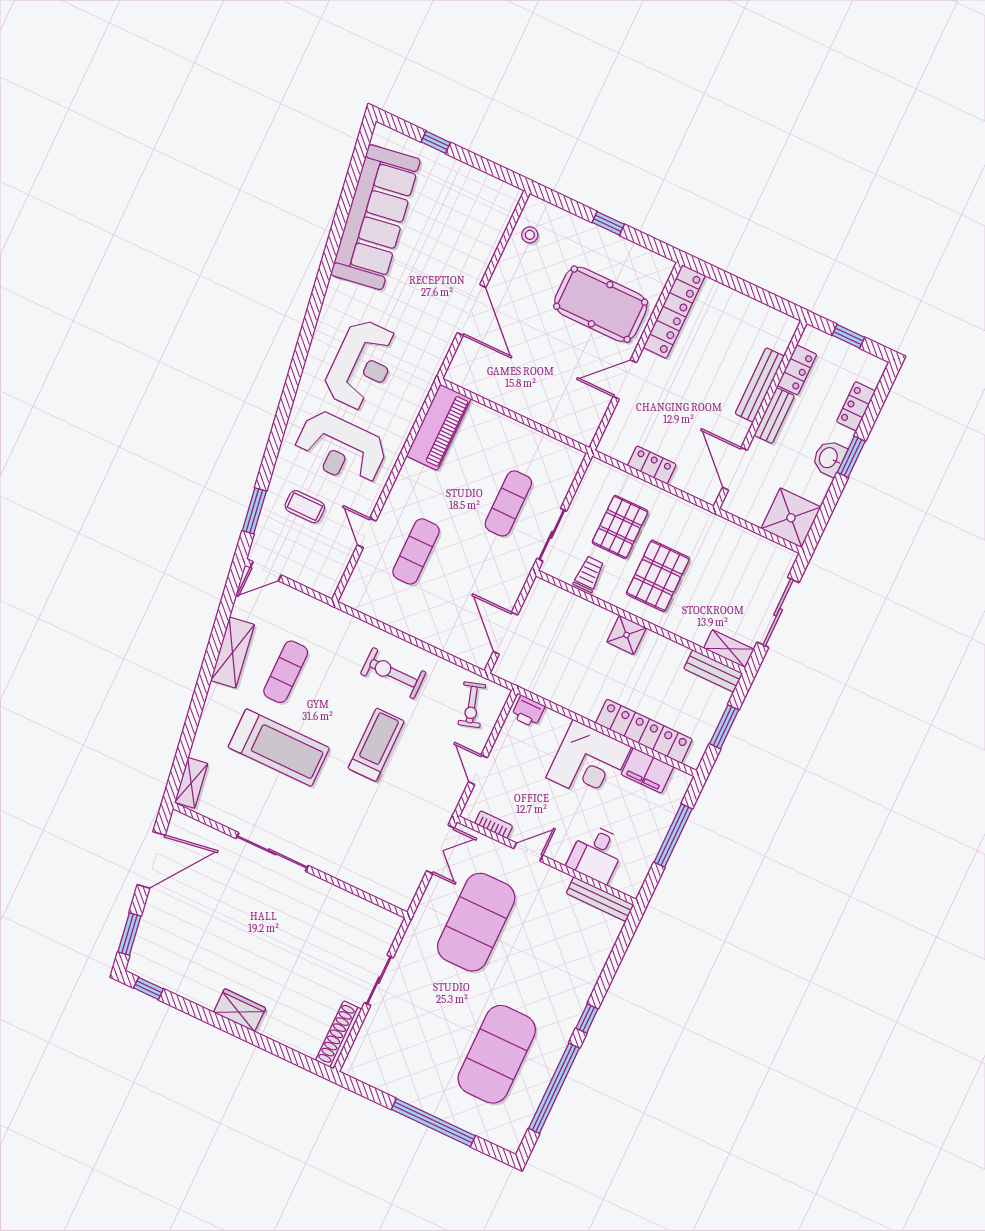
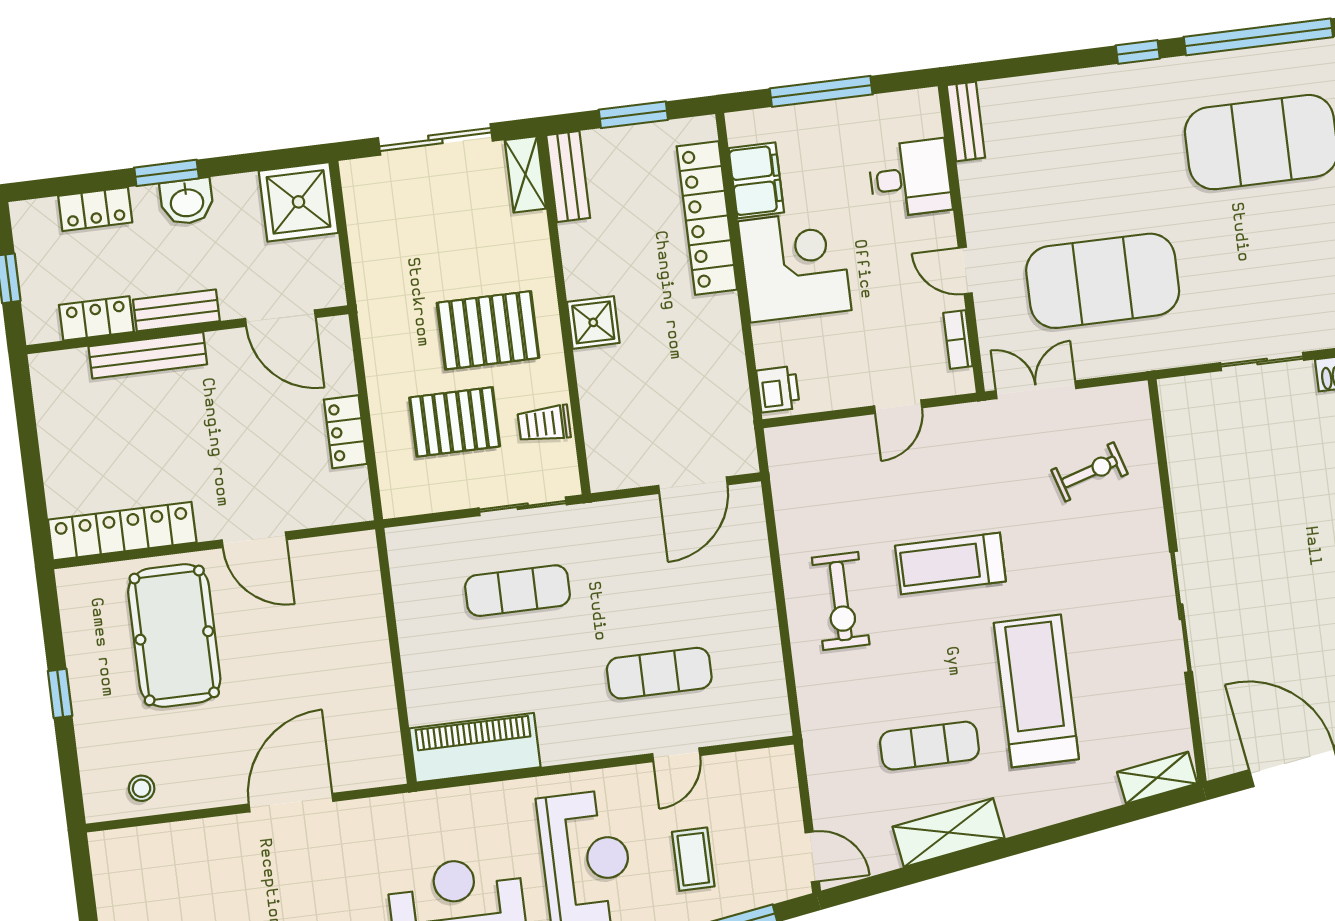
door: (735, 469) -> (280, 318), hinge flipped
exercise bike: (472, 705) -> (1090, 472), moved
bench: (600, 899) -> (966, 121), width x0.73

